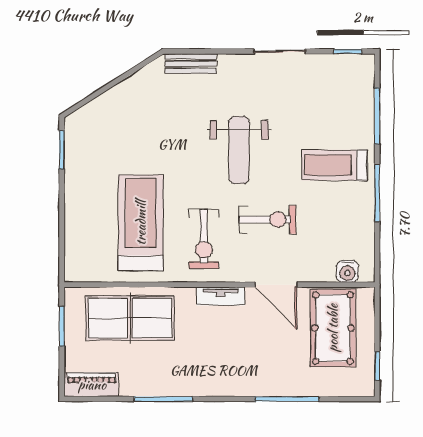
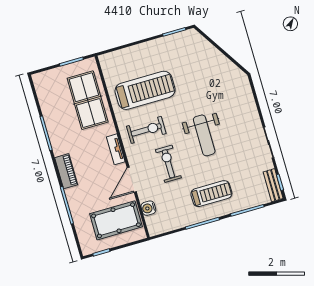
bench: (191, 64) -> (273, 185), moved
weight bench: (239, 150) -> (204, 135), turned -90
treadmill: (334, 165) -> (211, 194), turned 90
exercise bike: (268, 219) -> (168, 164), turned 180
exercise bike: (204, 239) -> (146, 130), turned 180
water cooler: (347, 271) -> (148, 208), moved
piano: (92, 385) -> (66, 171), moved

